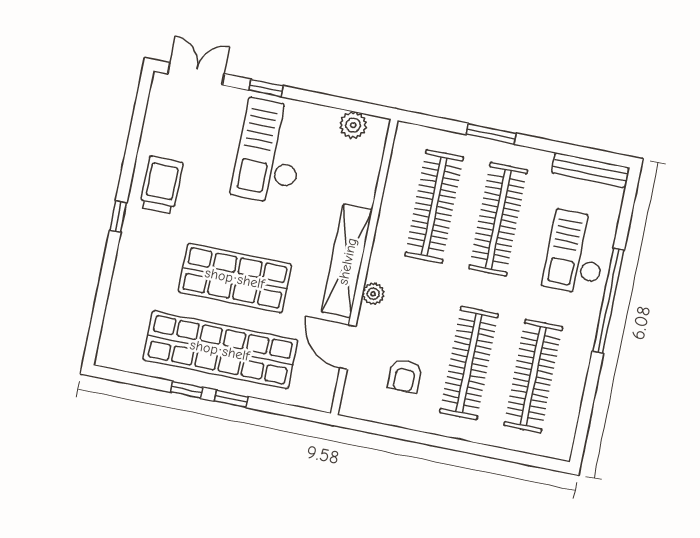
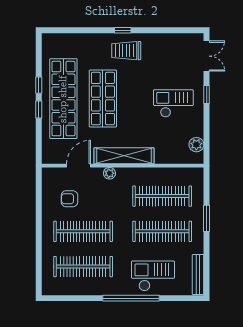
checkout: (270, 152) -> (173, 103), width x0.73, depth x0.83
trolley: (161, 185) -> (126, 51), moved, turned 180

